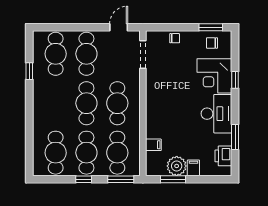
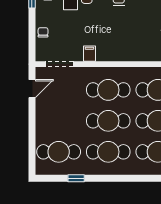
door: (119, 27) -> (32, 89), swing flipped
cafe table: (86, 54) -> (108, 152), moved
filing cabinet: (153, 145) -> (89, 54), moved

